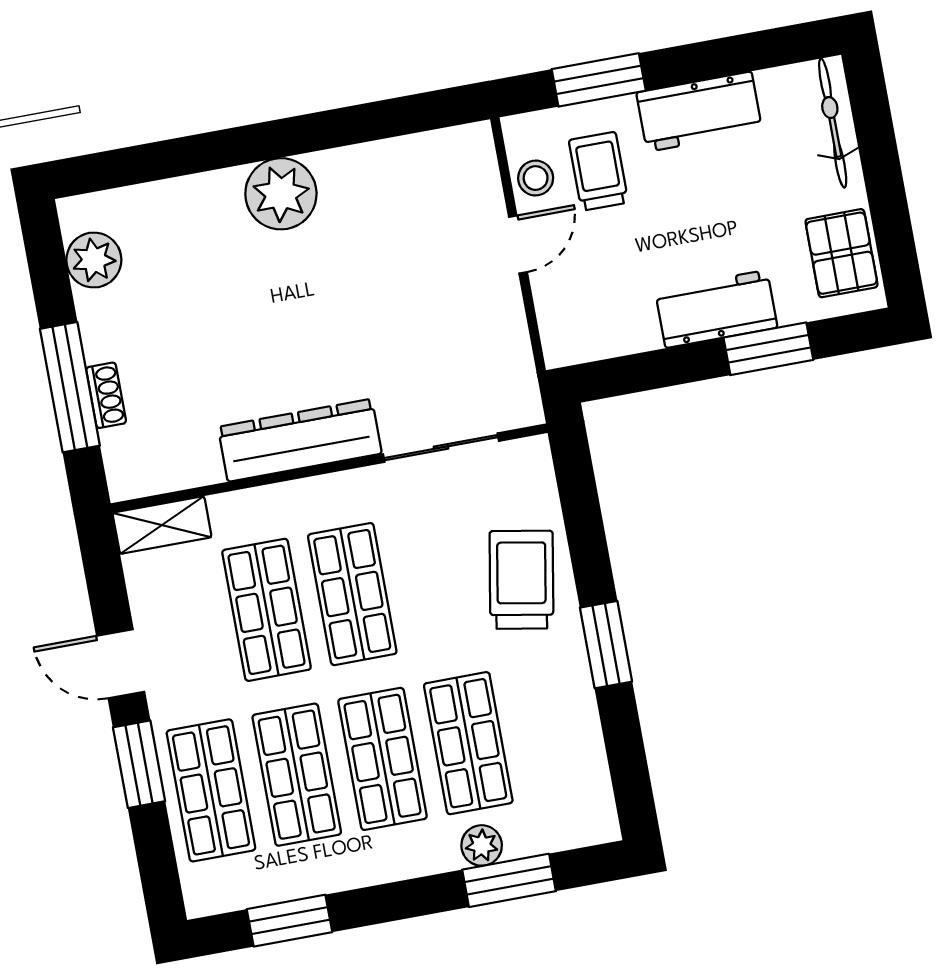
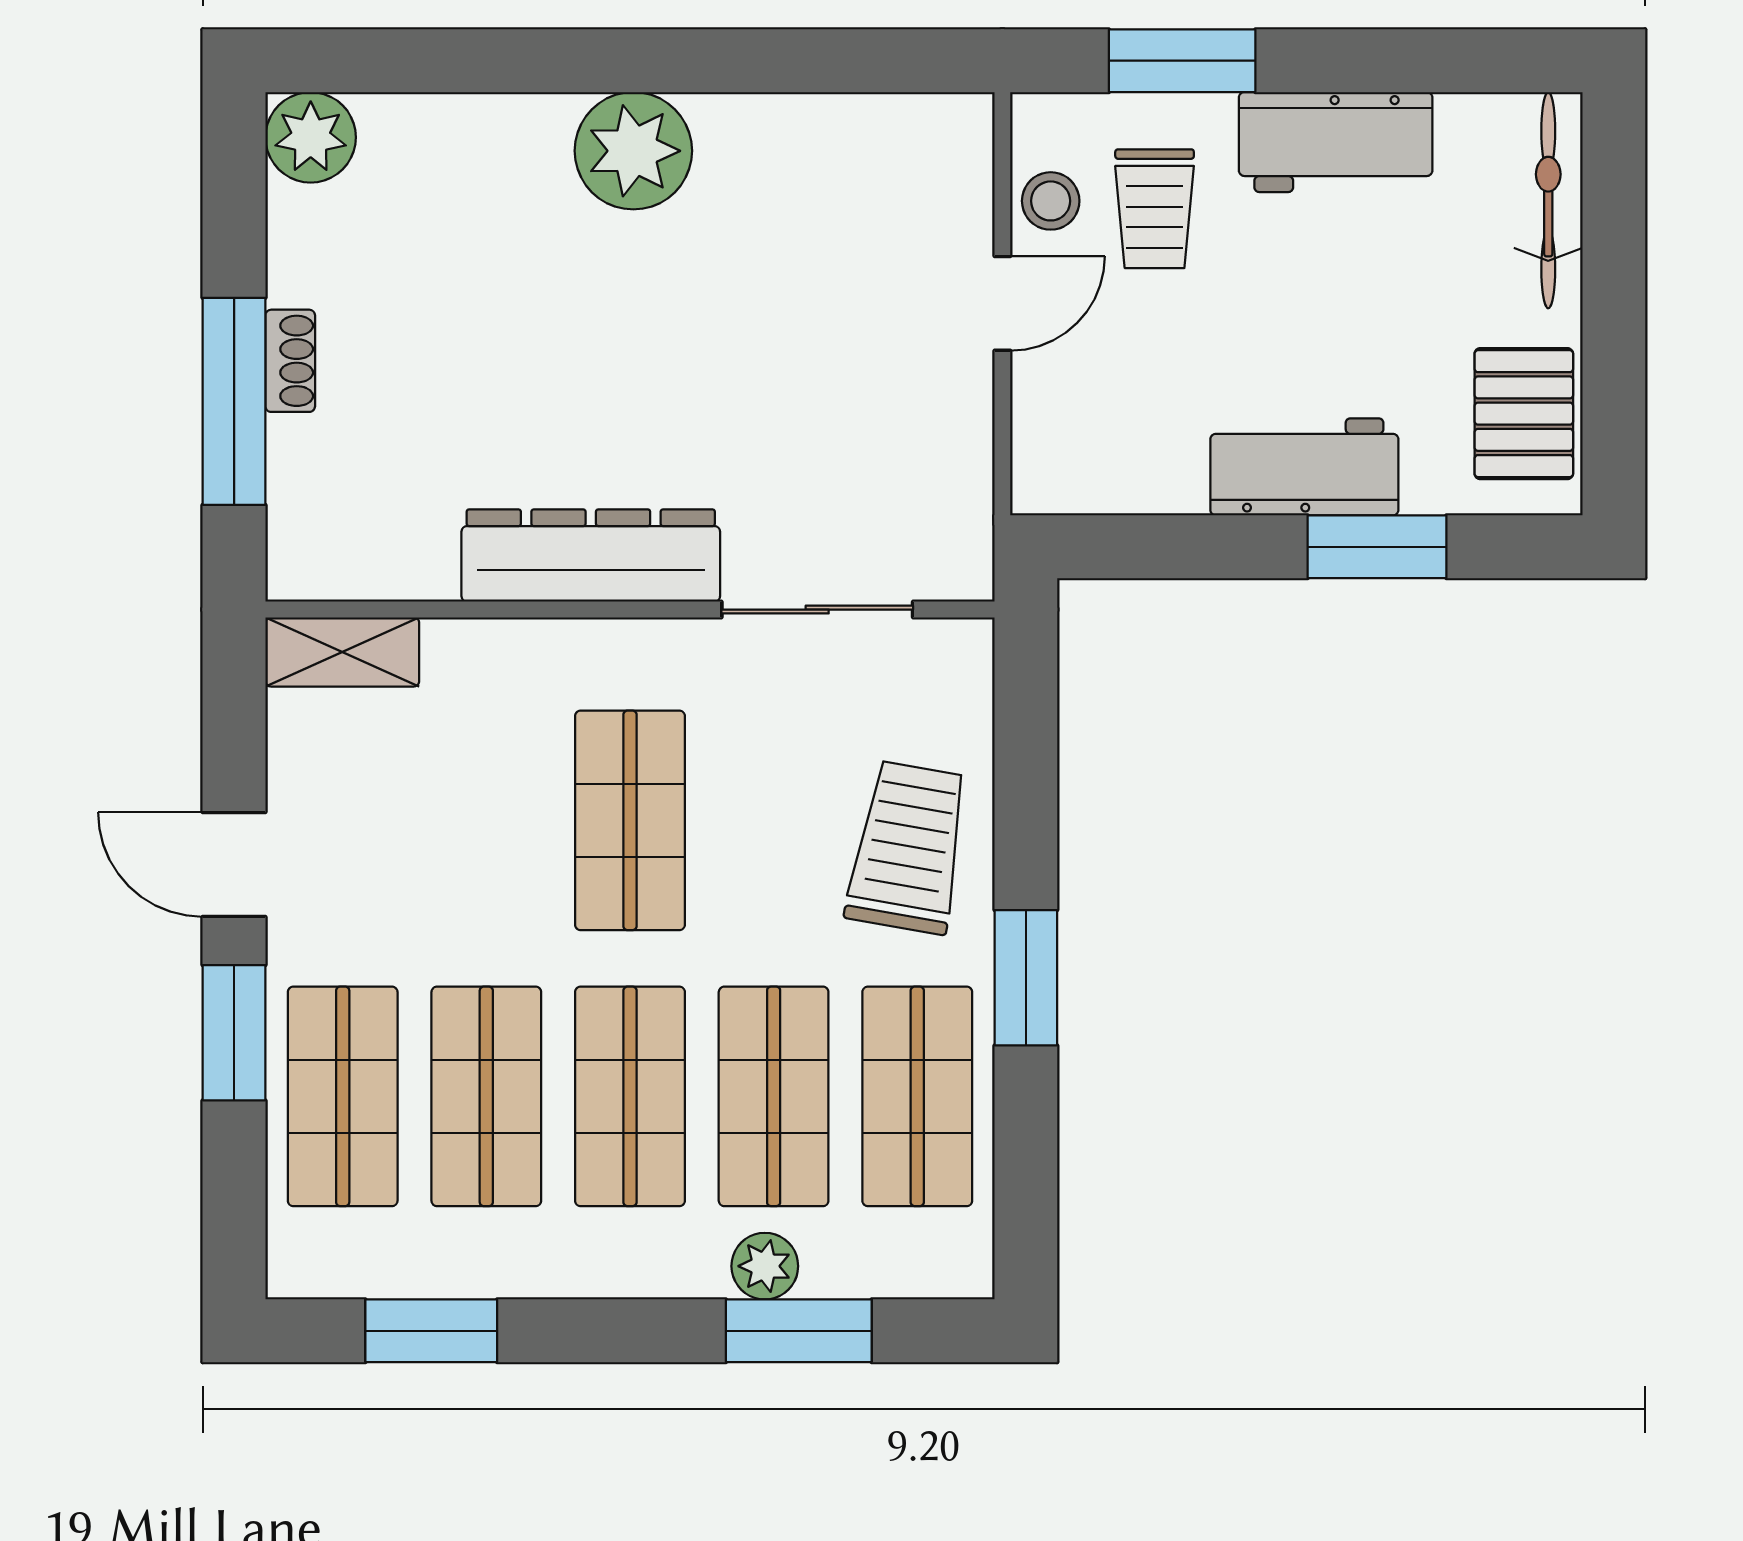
trolley: (598, 171) -> (1155, 209), turned 180
plant: (94, 260) -> (311, 137), moved
shoe rack: (106, 395) -> (290, 361), moved
shop shelf: (266, 610) -> (917, 1096), moved

